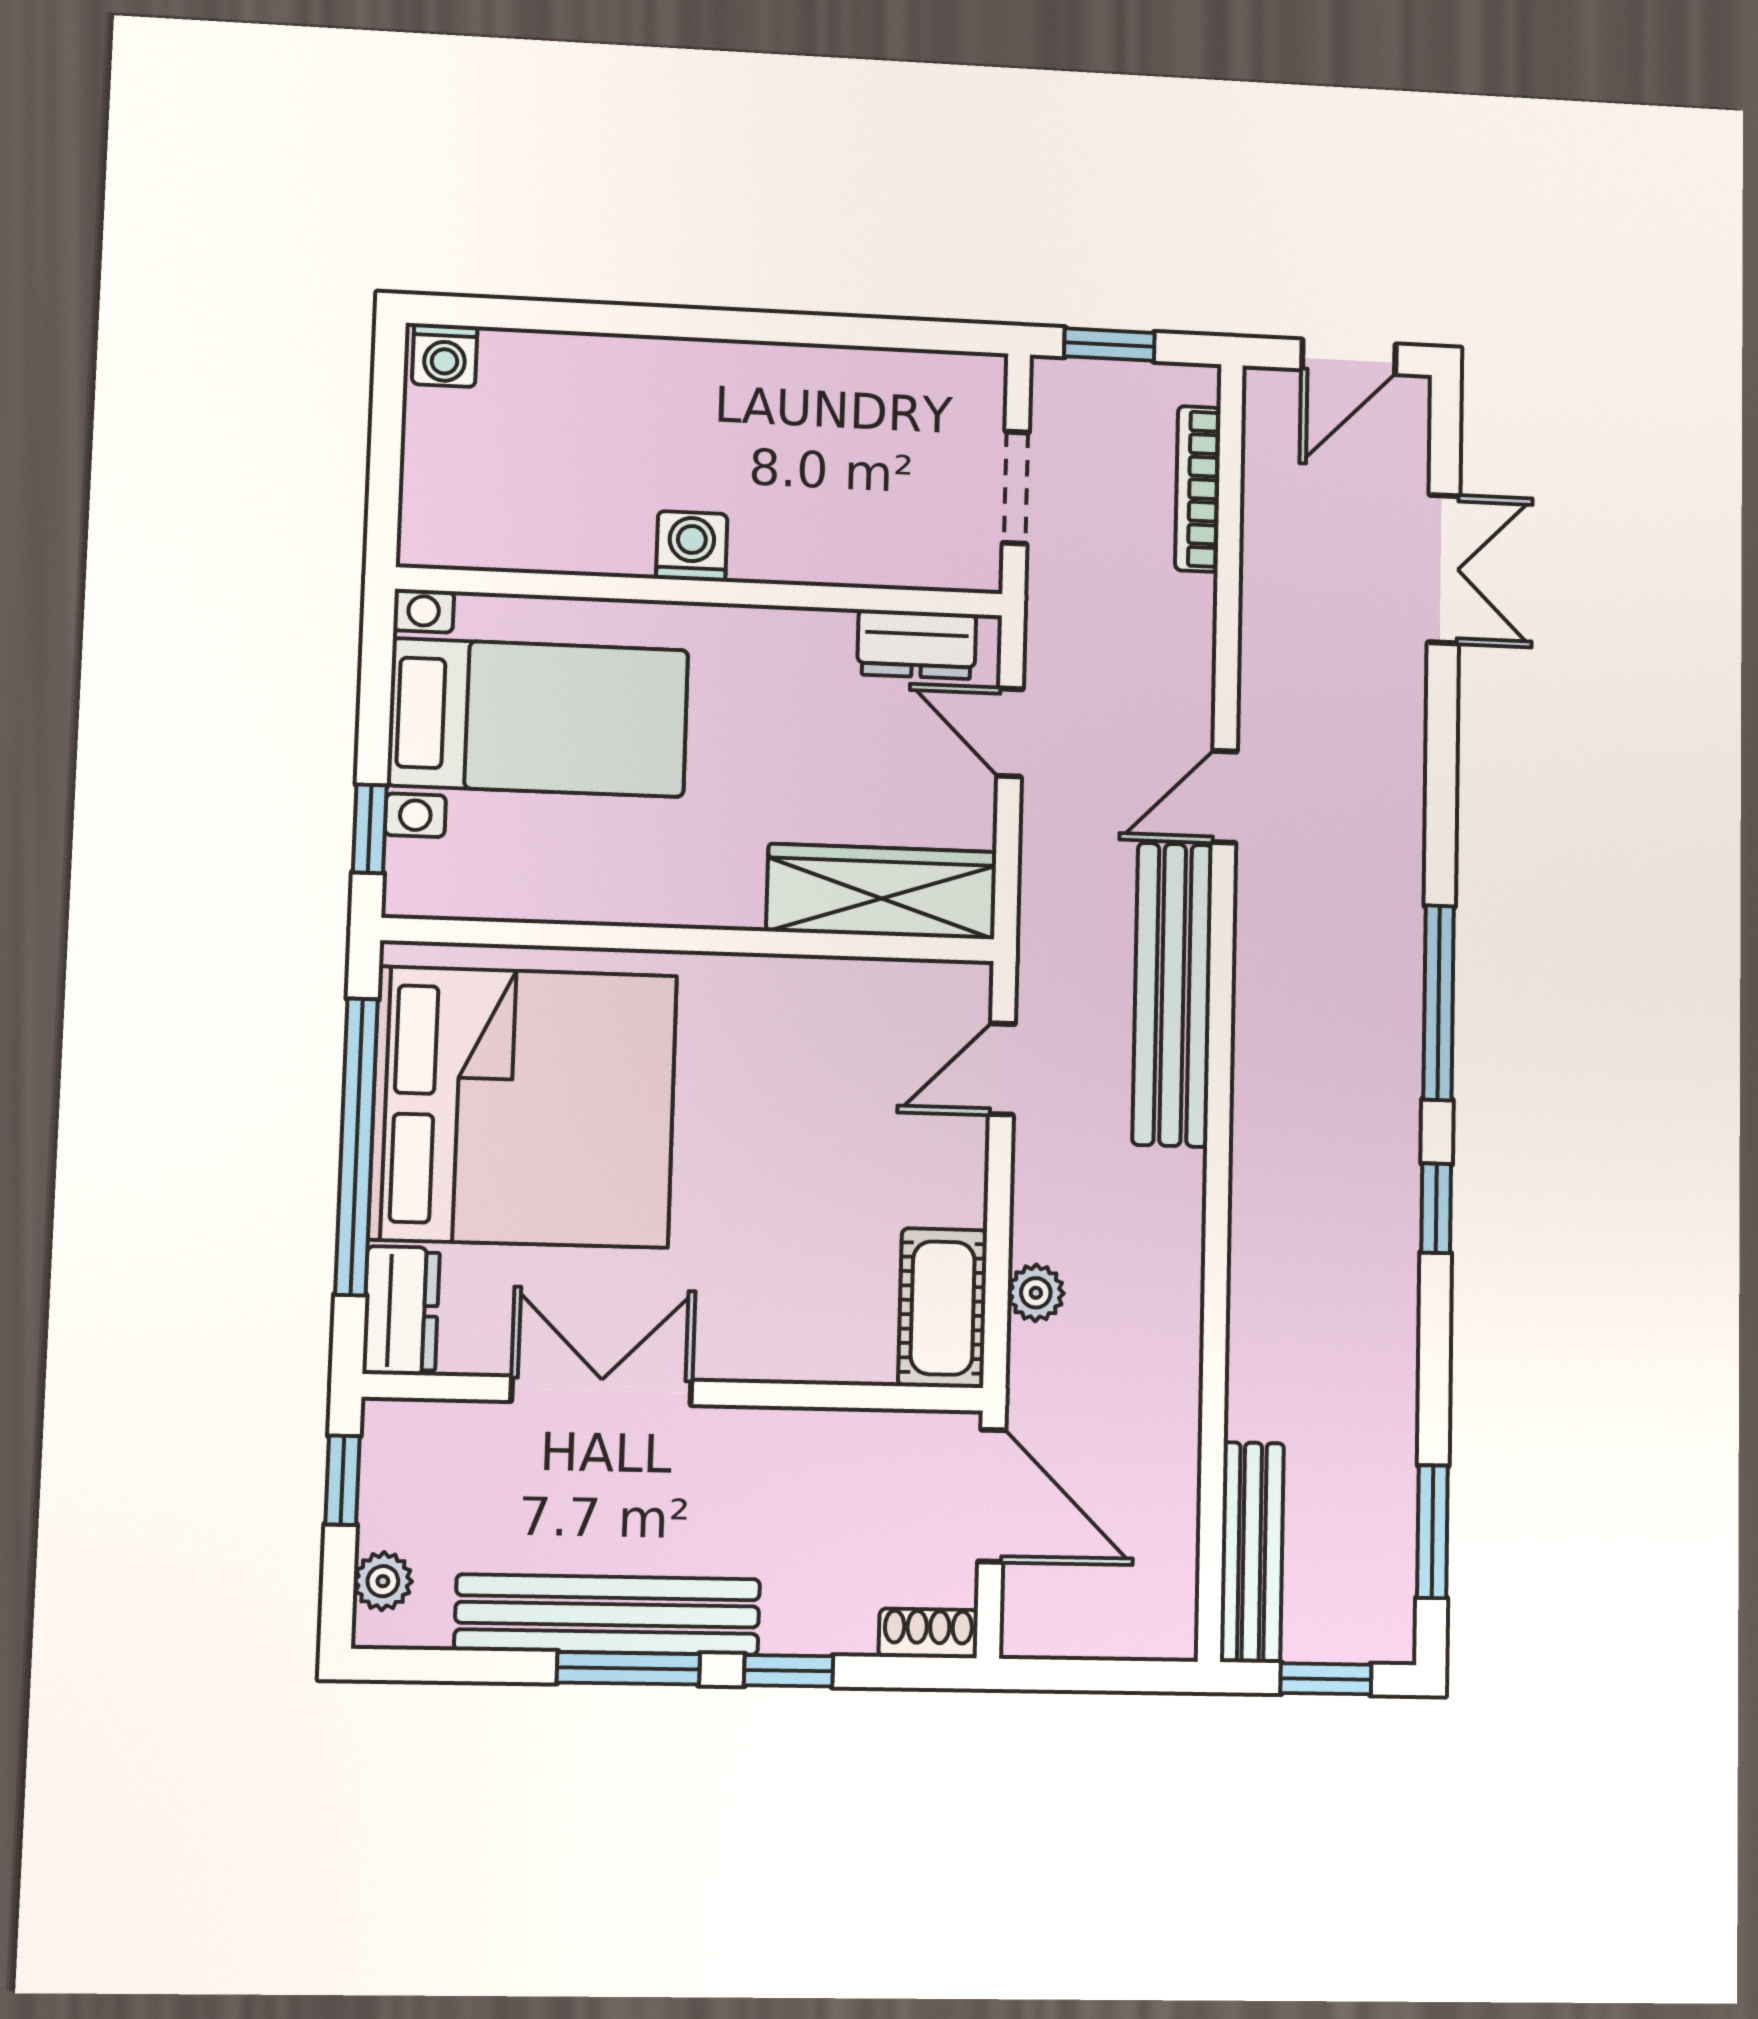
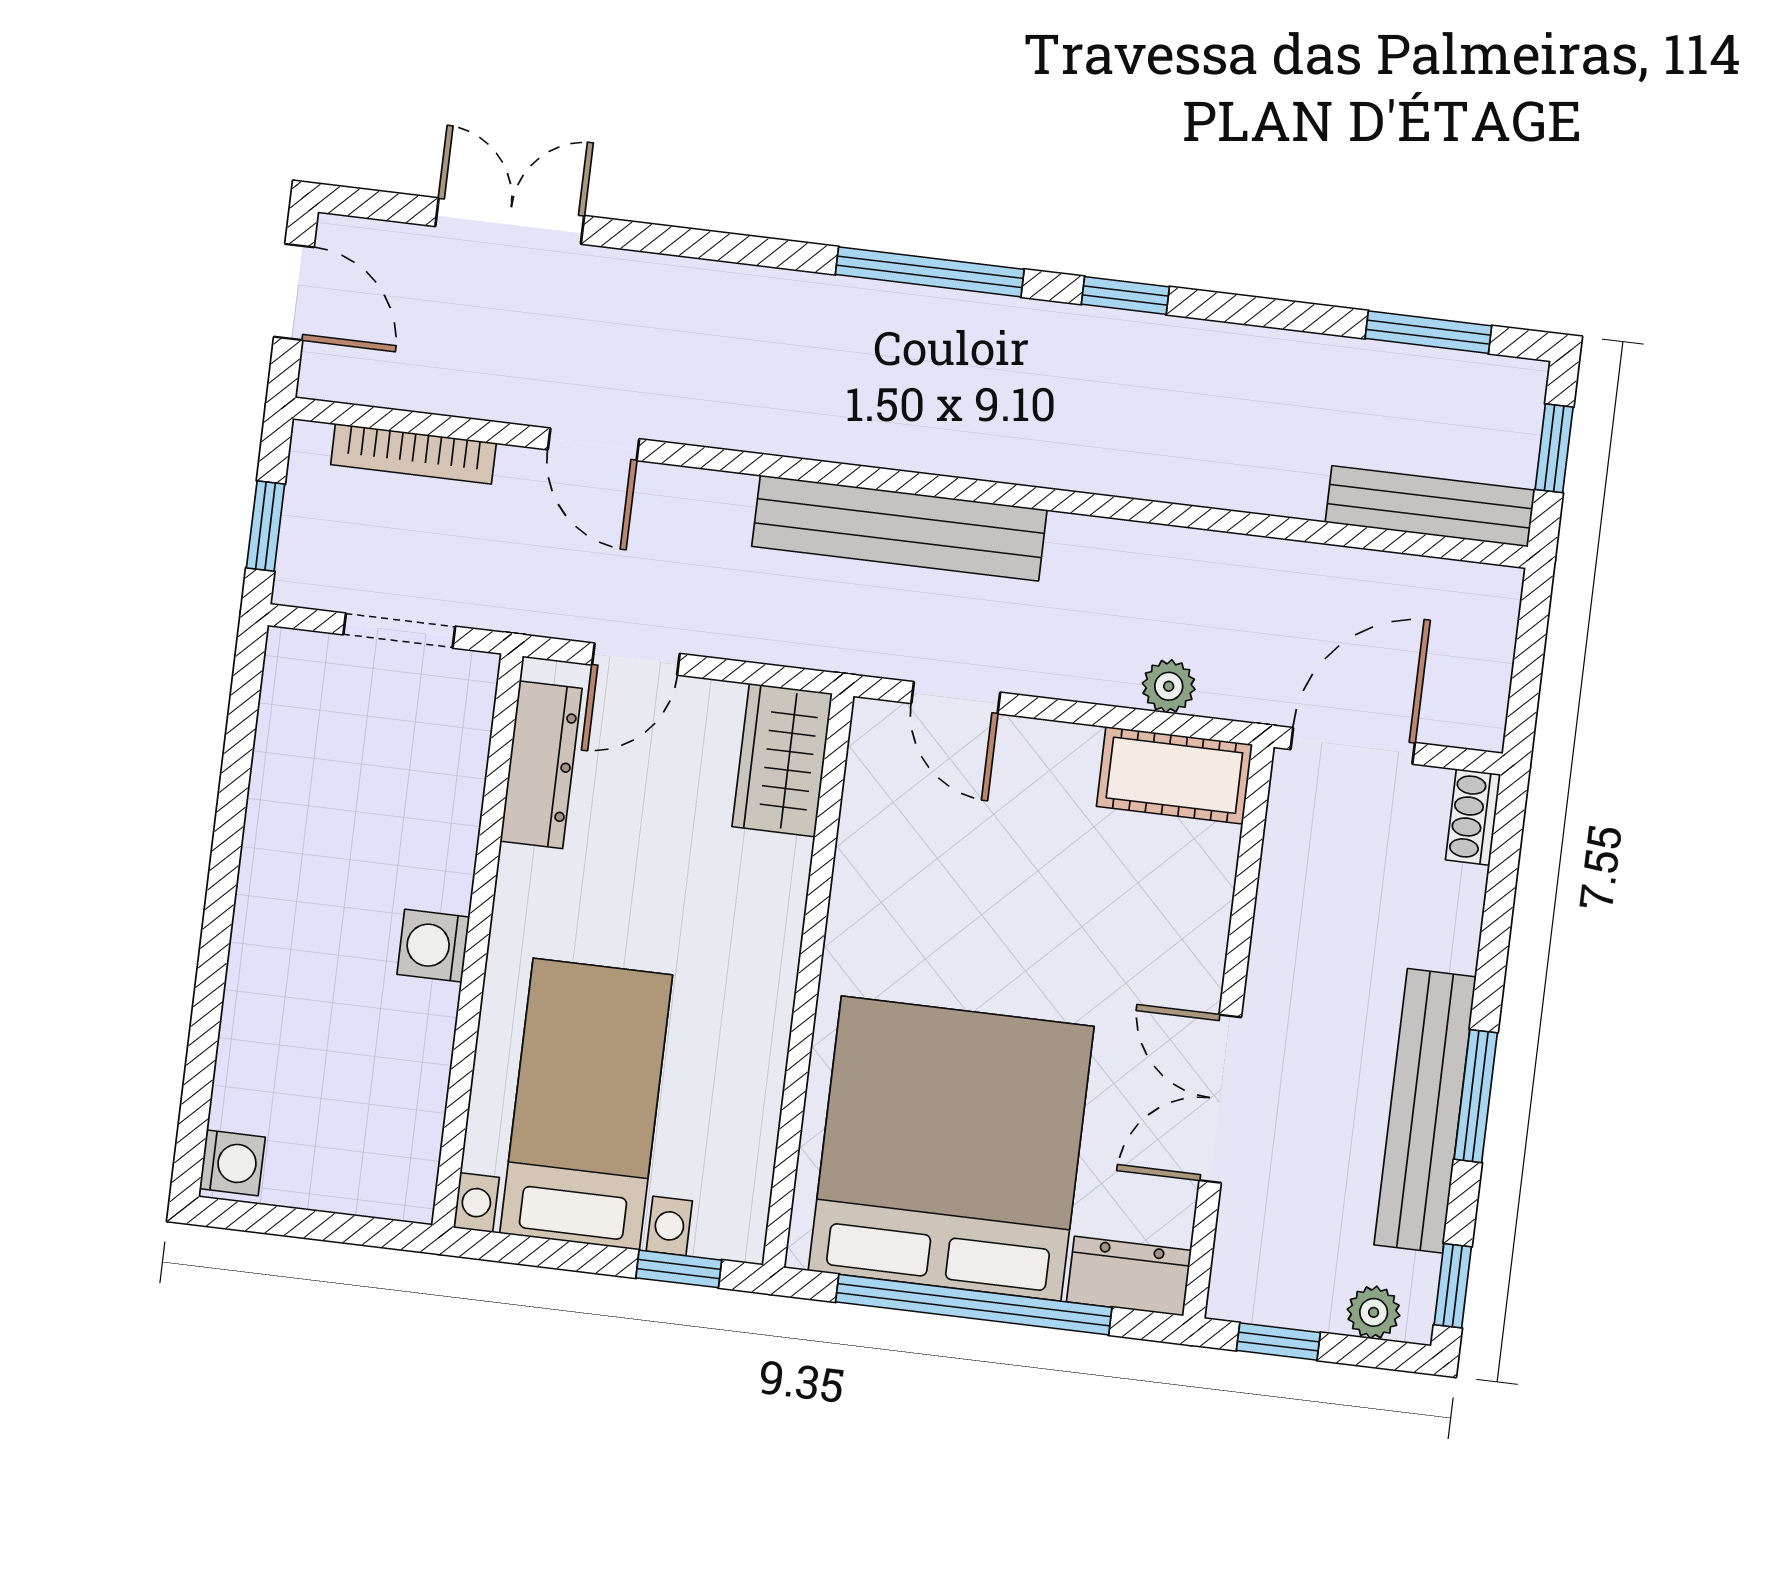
dresser: (917, 644) -> (541, 765), width x1.44
door: (1224, 797) -> (593, 444), moved
wardrobe: (882, 892) -> (782, 760), width x0.67
window: (789, 1671) -> (1453, 1286), moved

